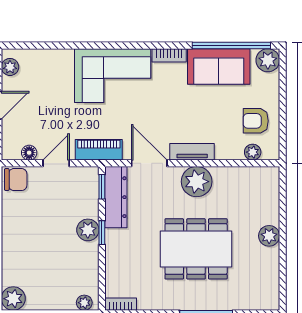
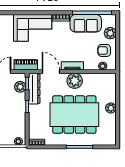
plant: (268, 60) -> (110, 33), moved
plant: (88, 230) -> (20, 87), moved
dining table: (196, 249) -> (74, 115), width x1.36, depth x1.24

